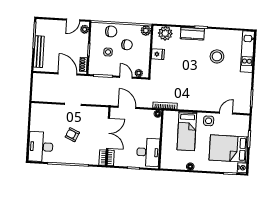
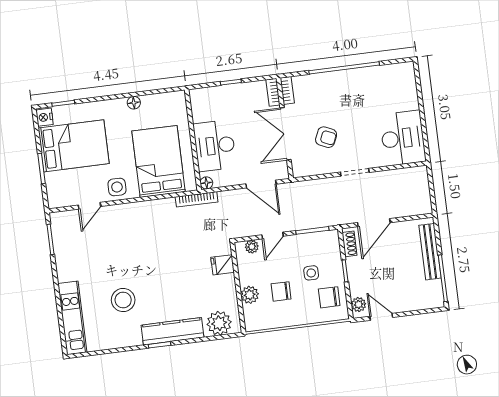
door: (73, 20) -> (381, 317), hinge flipped
chair: (111, 31) -> (329, 297), moved
plant: (146, 31) -> (250, 295), moved
kitchen counter: (192, 34) -> (172, 331), width x1.50
fridge: (158, 54) -> (223, 265), moved
door: (67, 74) -> (374, 223), hinge flipped
door: (126, 77) -> (273, 235), hinge flipped
bed: (187, 131) -> (159, 161), width x1.50
armchair: (72, 135) -> (326, 137), moved
desk: (41, 147) -> (403, 138), moved
desk: (148, 152) -> (215, 146), moved

